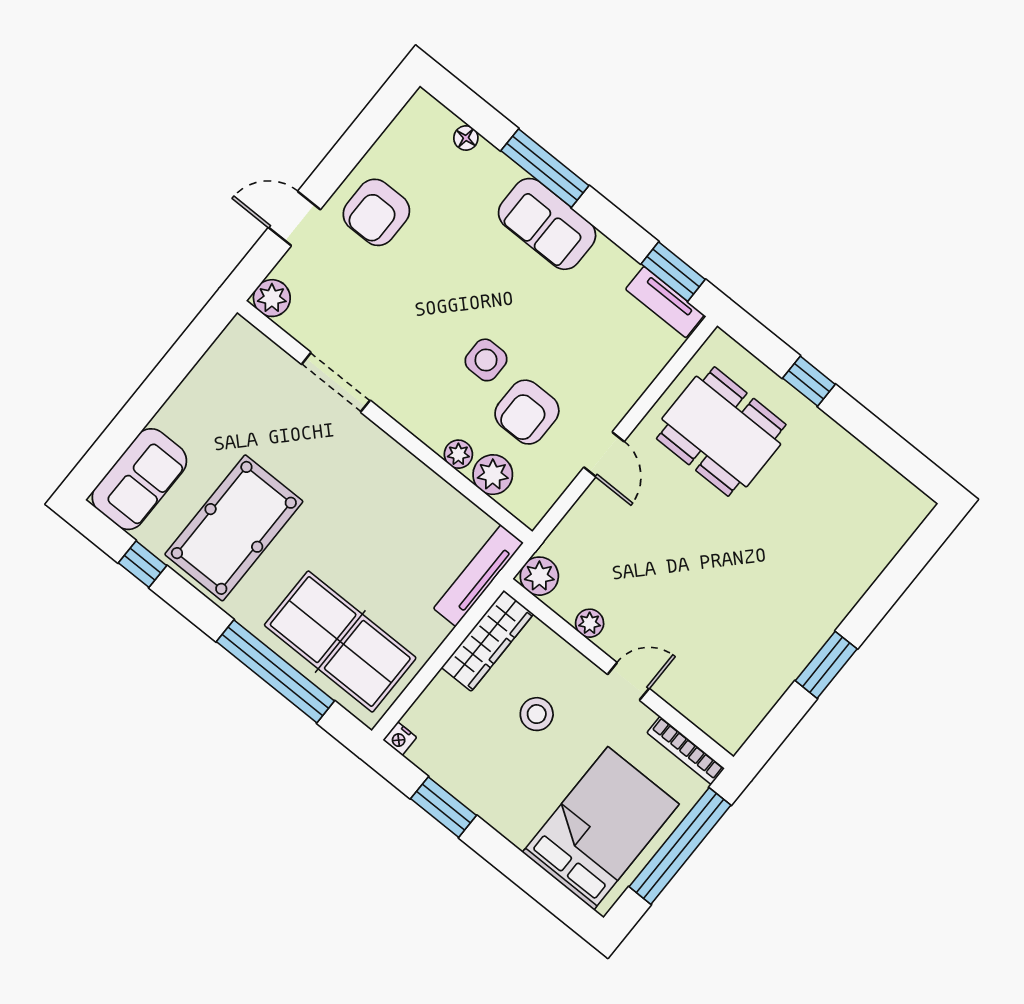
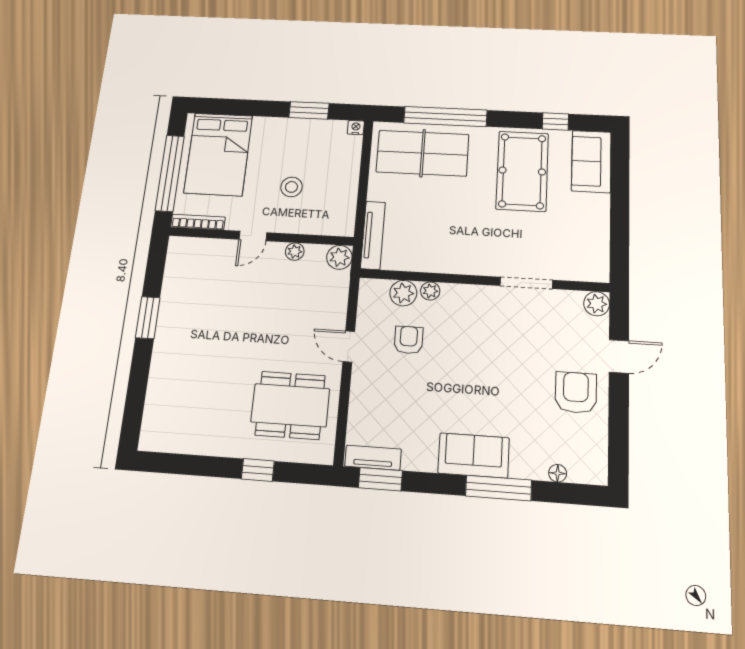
side table: (486, 360) -> (452, 353), removed
armchair: (527, 412) -> (409, 340), width x0.72, depth x0.72
wardrobe: (487, 641) -> (344, 206), removed

